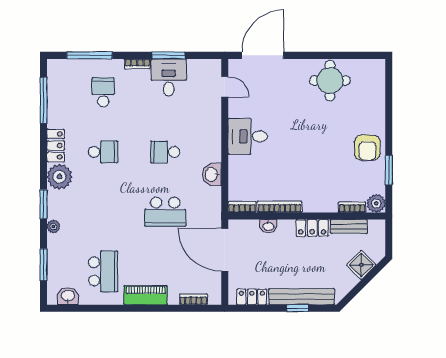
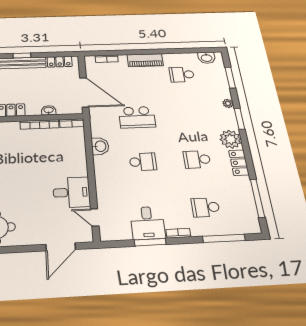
door: (263, 55) -> (61, 247), width x0.73
school desk: (103, 92) -> (206, 207), turned 90
desk: (248, 136) -> (72, 192), moved
school desk: (165, 212) -> (137, 117), turned 180
school desk: (103, 271) -> (182, 75), width x0.54

